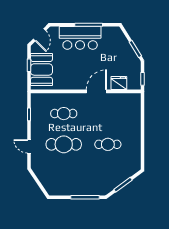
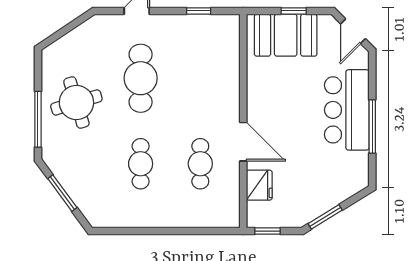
door: (39, 35) -> (353, 31), hinge flipped
cafe table: (64, 114) -> (200, 164), moved
round table: (76, 177) -> (76, 102), added

